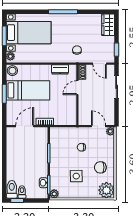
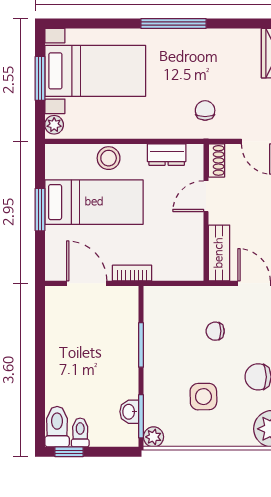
stool: (12, 71) -> (109, 158), moved
bench: (83, 113) -> (219, 253), added
door: (25, 126) -> (87, 283), hinge flipped

